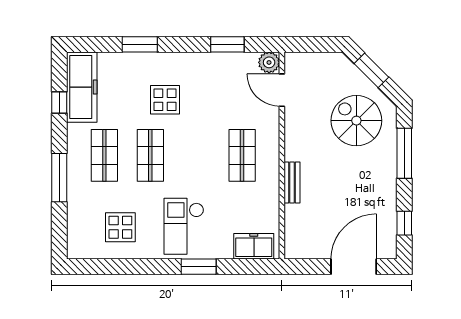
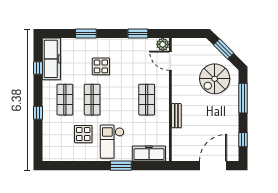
spiral stairs: (356, 121) -> (215, 79), turned -90
window: (59, 178) -> (38, 113), width x0.46
display table: (120, 227) -> (83, 134), moved
freezer: (254, 246) -> (149, 153), width x1.40

